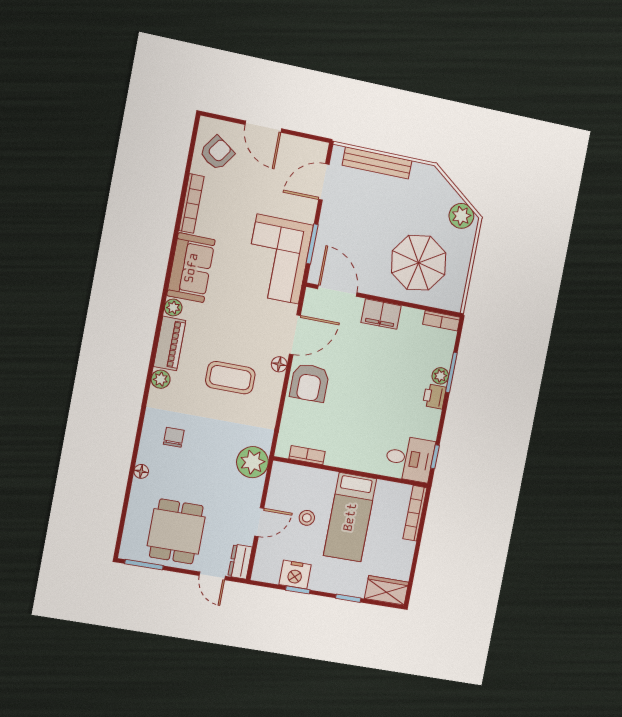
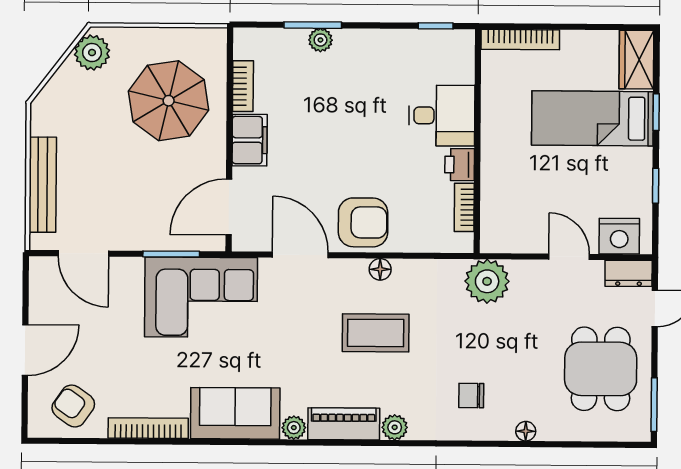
bookcase: (441, 321) -> (243, 86), moved
floor lamp: (279, 364) -> (380, 269), moved
coffee table: (230, 378) -> (376, 333), turned 90
printer: (434, 396) -> (460, 165), moved, turned 90
desk: (410, 459) -> (442, 116), moved, turned 90
bed: (350, 517) -> (592, 118), moved, turned 180
stool: (307, 518) -> (552, 192), removed
dining table: (176, 531) -> (601, 369), turned 90
nightstand: (295, 575) -> (619, 236), moved, turned 90

